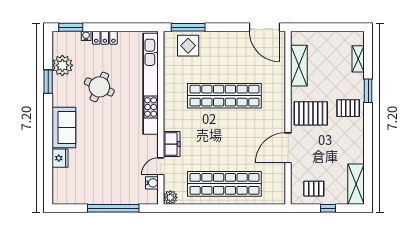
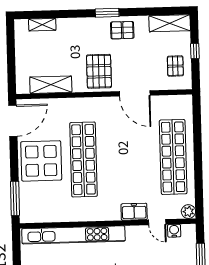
display table: (188, 46) -> (41, 161), moved, width x1.86, depth x1.86
window: (368, 91) -> (107, 13), moved
pallet: (348, 108) -> (122, 30), moved, turned 90

